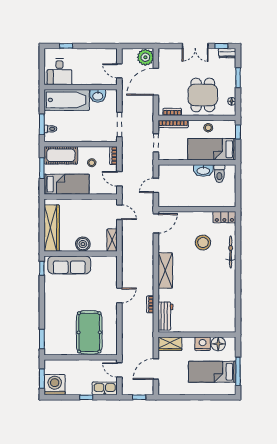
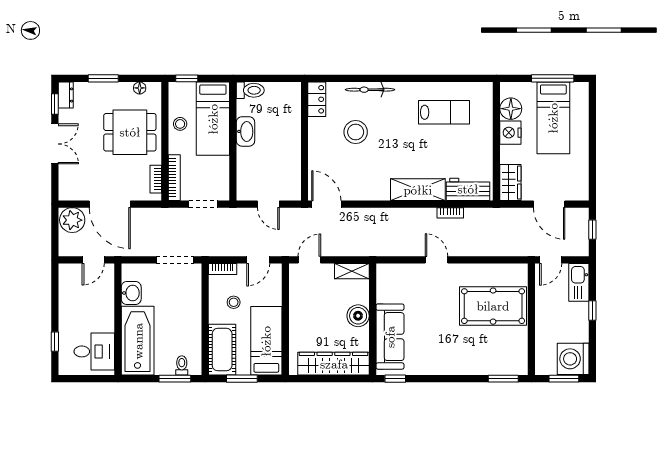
toilet: (219, 174) -> (250, 90), moved
shelving: (165, 270) -> (418, 190), moved
lab bench: (216, 300) -> (444, 112), added

